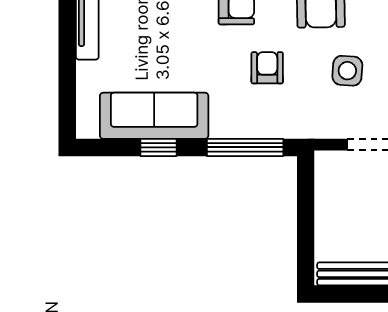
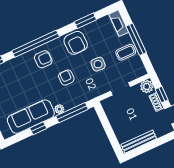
plant: (222, 128) -> (59, 109), added

